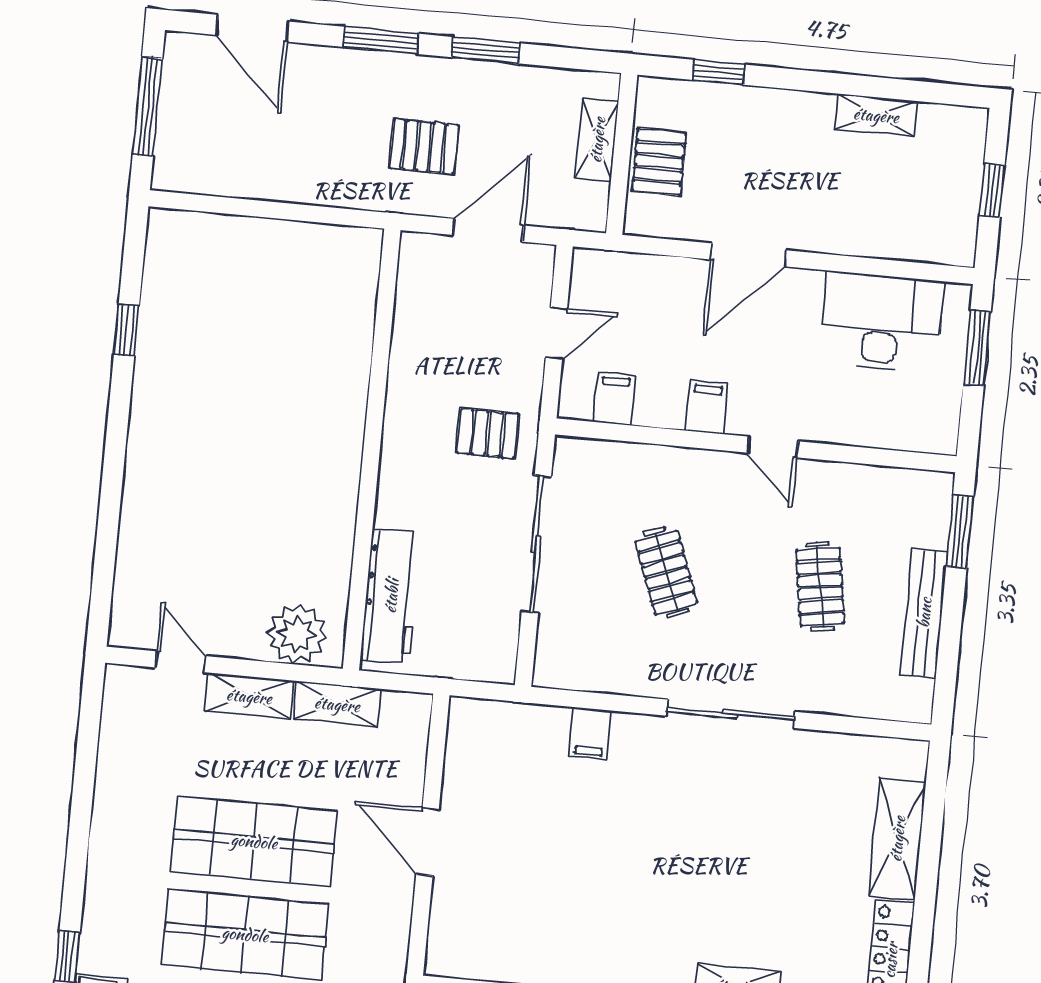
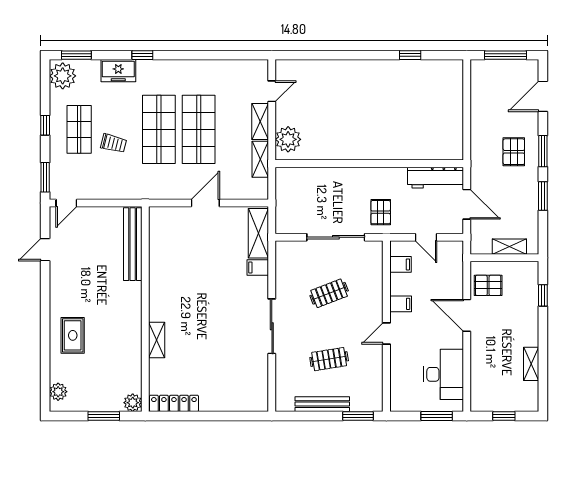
pallet: (424, 147) -> (514, 152), moved
pallet: (659, 162) -> (488, 285), moved
workbench: (391, 596) -> (435, 178), moved
shelving: (897, 839) -> (258, 233), moved, turned 90

